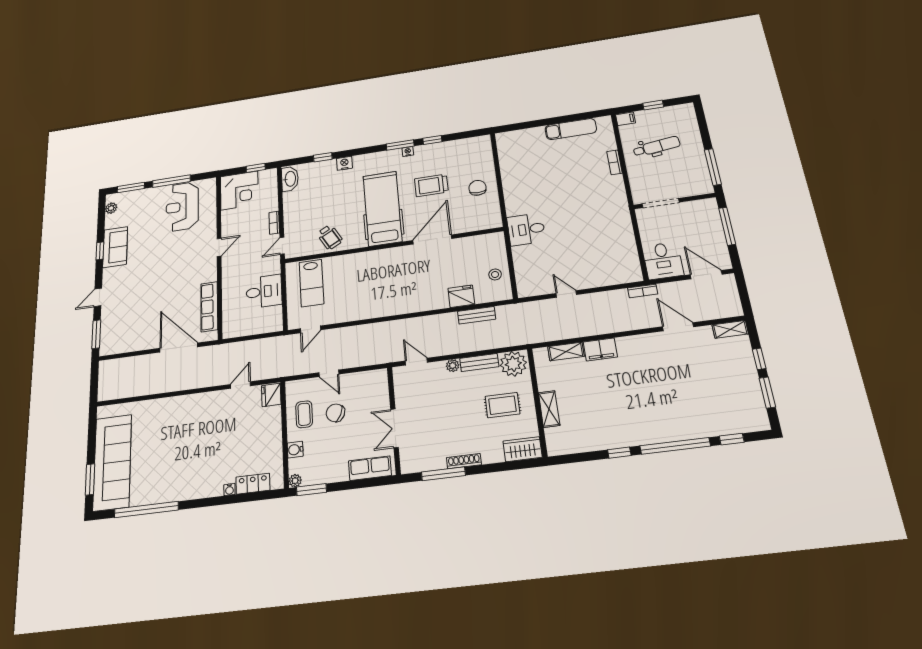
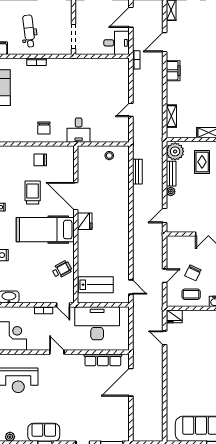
trolley: (431, 185) -> (33, 193), turned 180
chair: (522, 186) -> (44, 128), added
desk: (264, 291) -> (97, 323), width x1.87, depth x1.30
fridge: (461, 296) -> (85, 221), moved, turned 180
filing cabinet: (600, 349) -> (173, 71), moved

